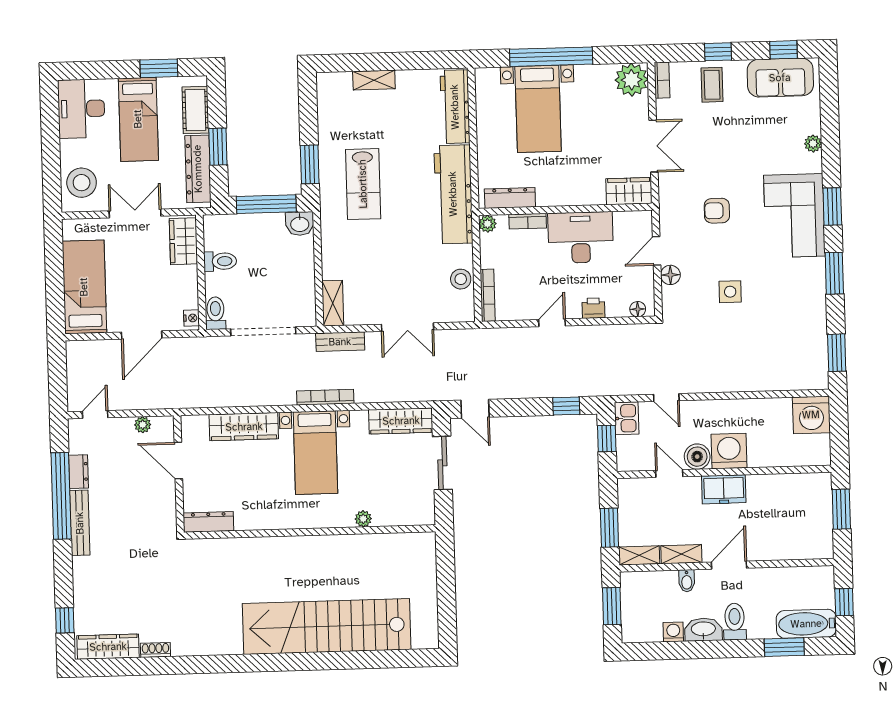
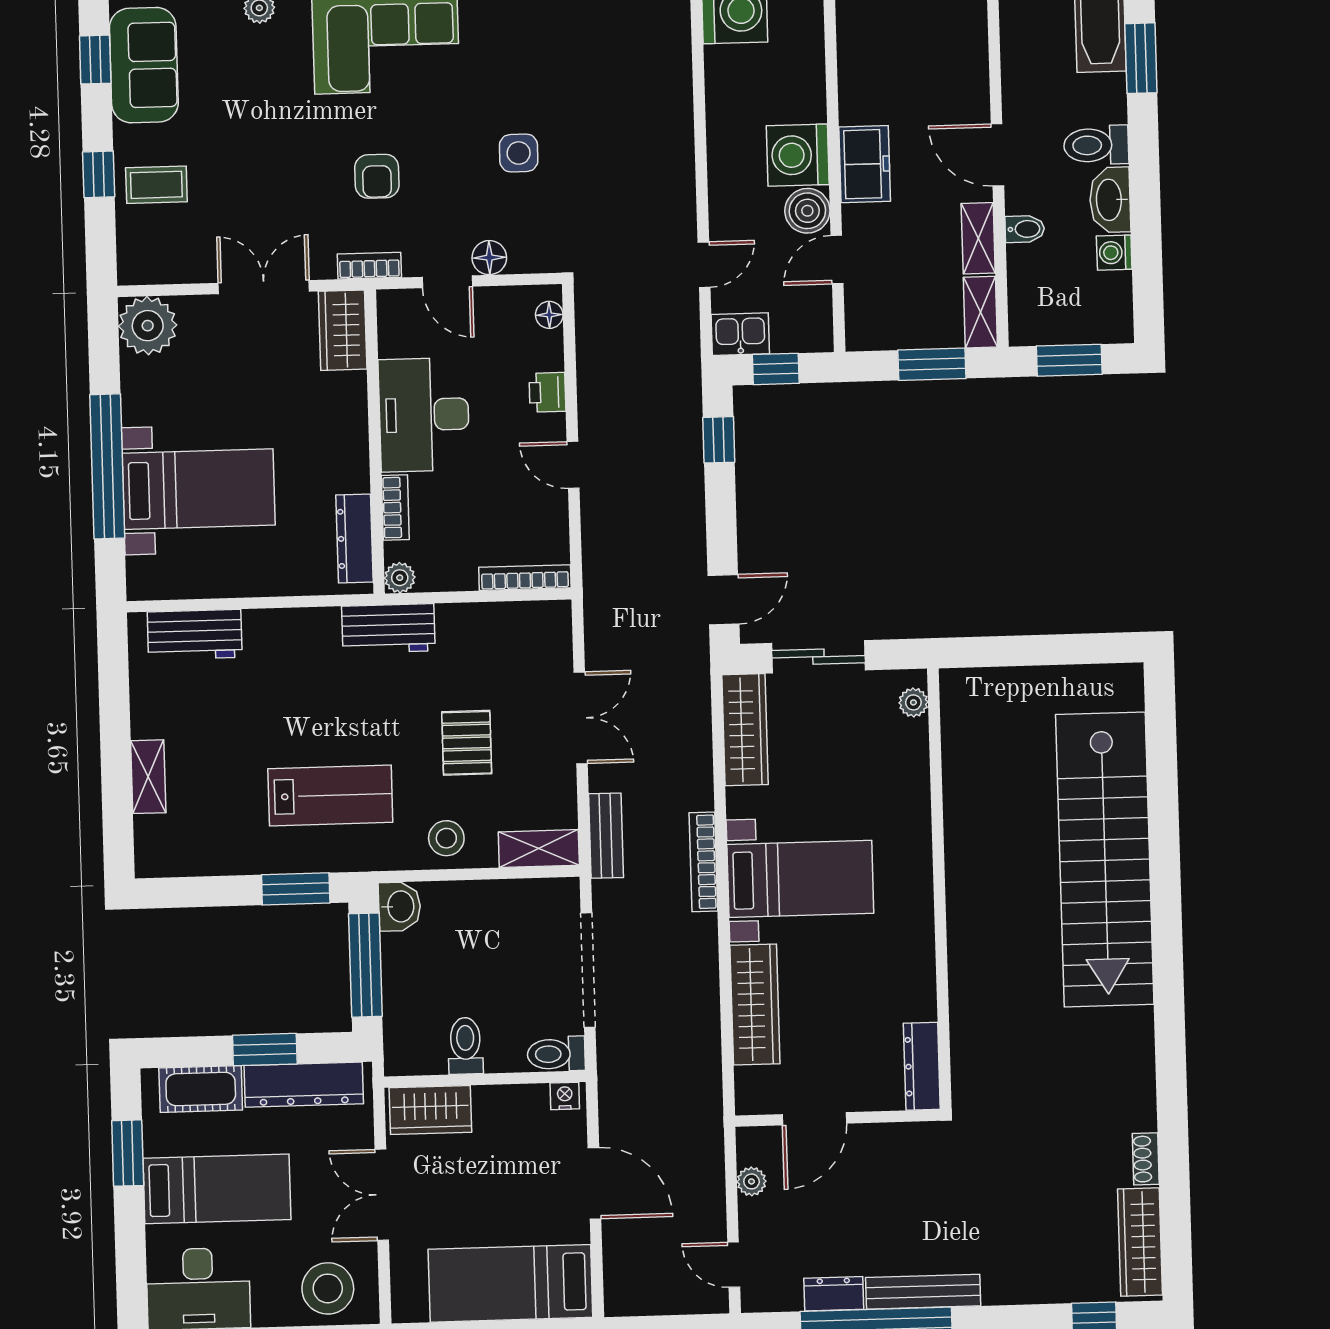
bookcase: (662, 80) -> (369, 266), moved
workbench: (455, 107) -> (195, 635), width x0.73
workbench: (453, 194) -> (388, 629), width x0.53, depth x0.76
pallet: (393, 262) -> (467, 743), added
stool: (461, 279) -> (446, 838), moved
plant: (363, 519) -> (913, 702), moved

